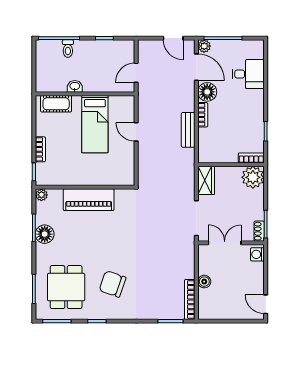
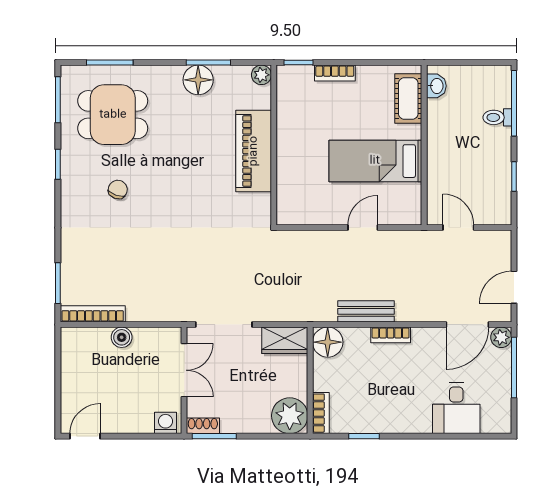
washbasin: (75, 86) -> (436, 86), moved
floor lamp: (207, 92) -> (328, 342), moved
chair: (113, 284) -> (118, 189), width x0.54, depth x0.54

